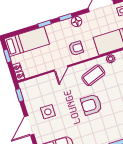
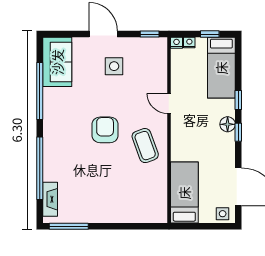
floor lamp: (77, 22) -> (228, 124), moved
armchair: (76, 48) -> (190, 133), removed
plant: (111, 59) -> (161, 177), removed

